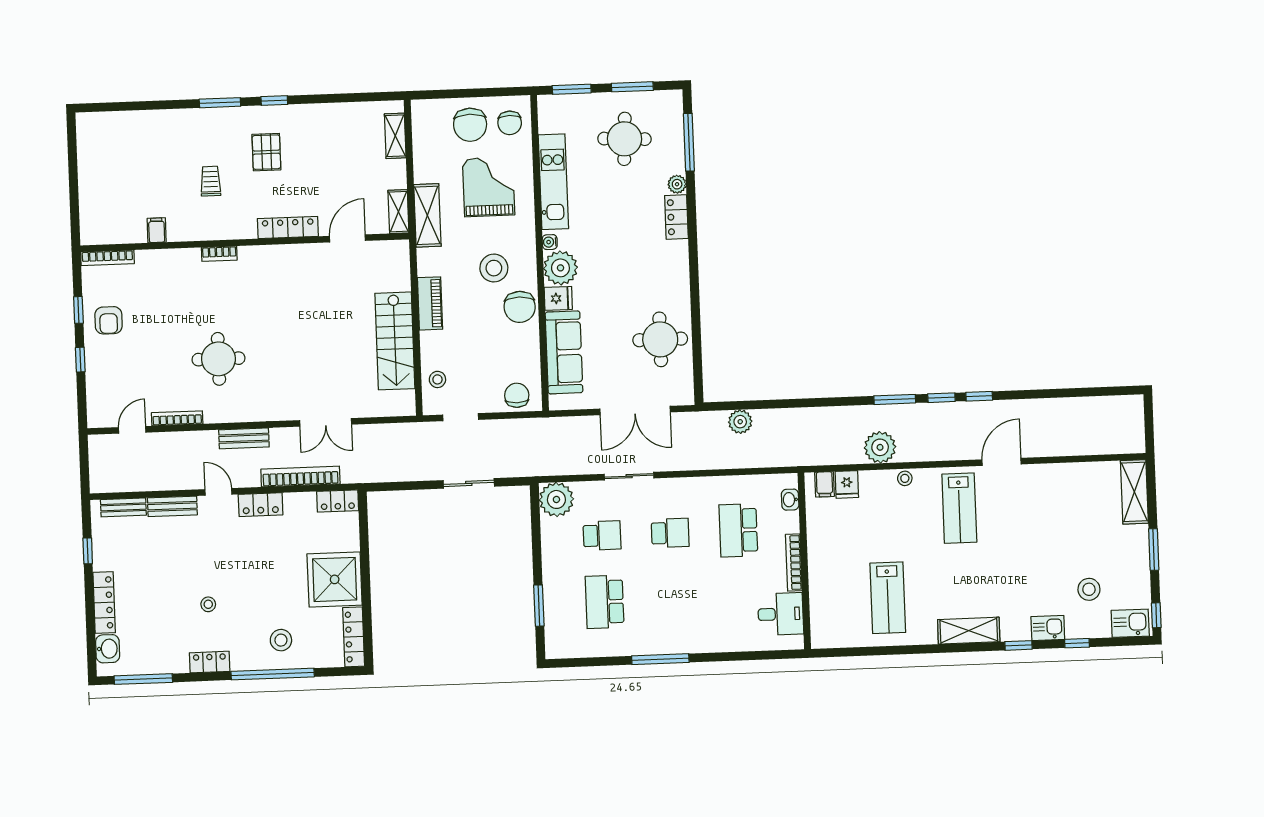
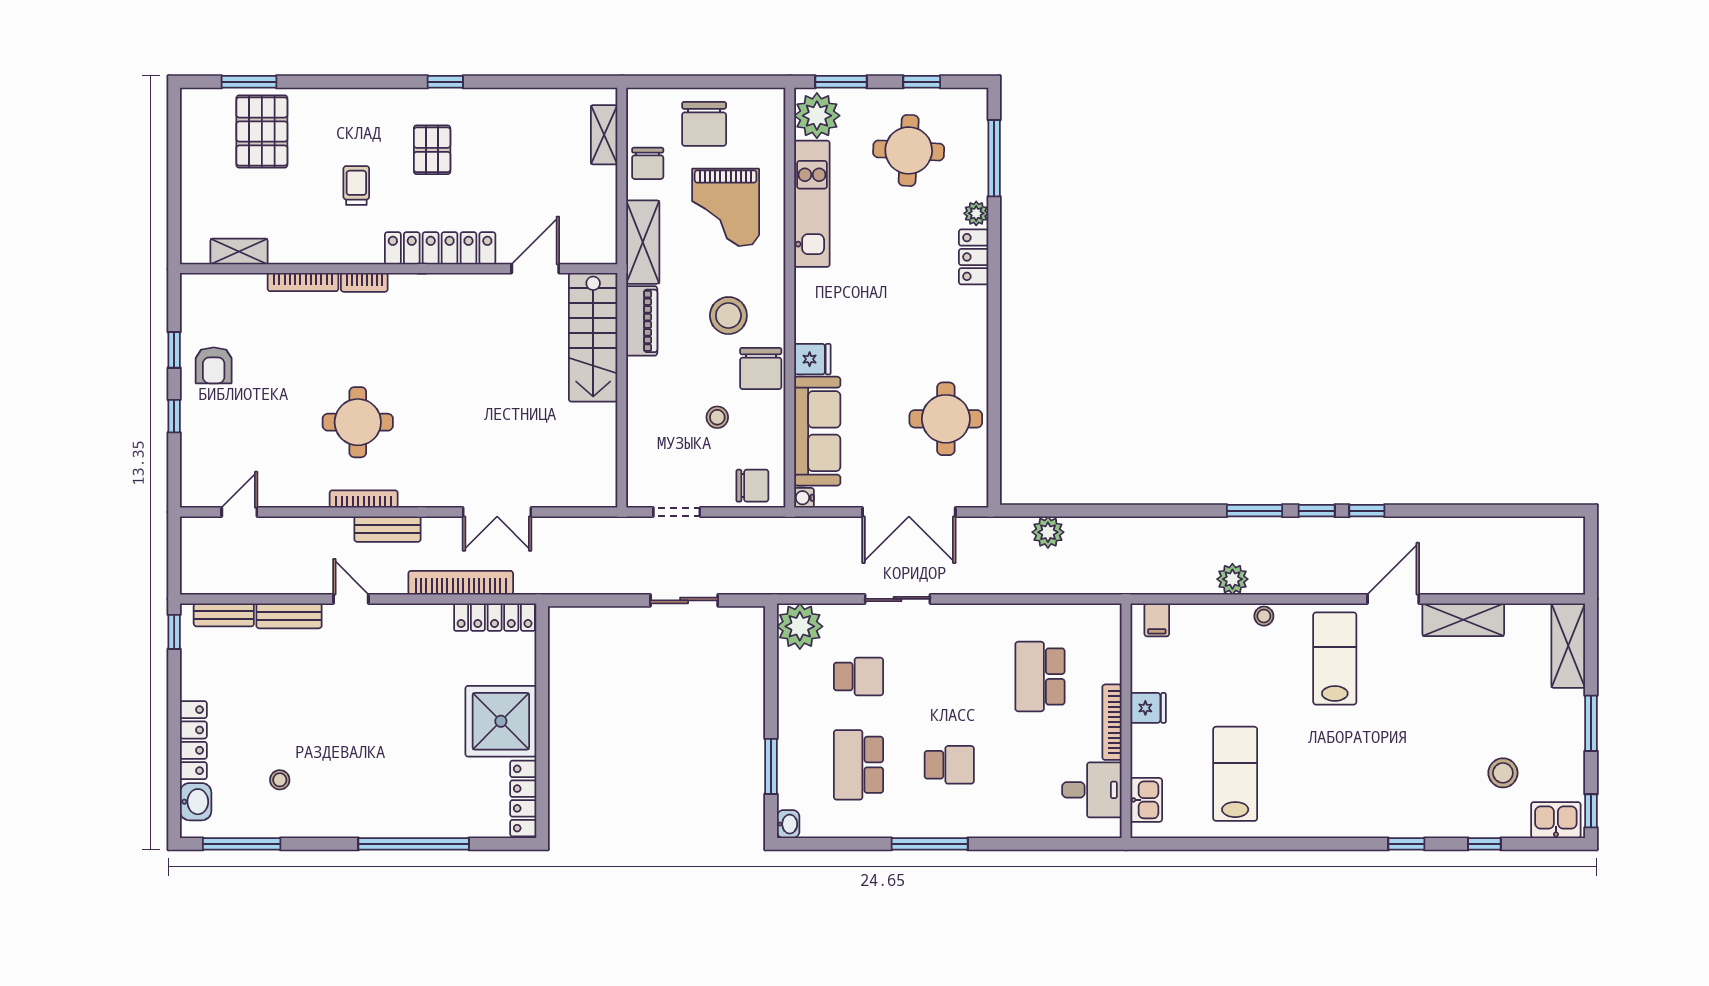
window: (632, 87) -> (922, 82), width x0.67
window: (220, 103) -> (249, 82), moved
chair: (510, 123) -> (648, 163), moved
pallet: (138, 143) -> (262, 131), added
grand piano: (489, 187) -> (726, 207), turned 180
shelving: (398, 212) -> (239, 251), moved, turned 90
locker: (288, 227) -> (440, 248), width x1.41, depth x1.21
filing cabinet: (157, 230) -> (282, 248), removed
water cooler: (550, 242) -> (804, 498), moved
bookcase: (107, 258) -> (303, 282), moved
plant: (560, 268) -> (817, 116), moved
piano: (430, 303) -> (642, 321), moved
stairs: (395, 341) -> (593, 337), moved
stool: (437, 379) -> (717, 417), moved
chair: (517, 395) -> (752, 486), turned 90
bookcase: (177, 418) -> (364, 499), moved
plant: (880, 447) -> (1232, 579), width x0.73, depth x0.73
fridge: (847, 484) -> (1148, 708), moved, turned -90
washbasin: (790, 500) -> (788, 824), moved, turned 180
locker: (338, 501) -> (495, 617), width x1.53
locker: (261, 505) -> (406, 618), removed
lab bench: (959, 508) -> (1335, 658), turned 180
school desk: (670, 533) -> (949, 765), moved
window: (88, 551) -> (174, 632), moved
lab bench: (888, 598) -> (1235, 774), turned 180
stool: (208, 604) -> (280, 780), moved
kitchen sink: (1048, 628) -> (1146, 800), moved, turned 90
shelving: (969, 631) -> (1463, 620), moved
stool: (281, 640) -> (426, 799), removed
locker: (210, 662) -> (330, 825), removed

